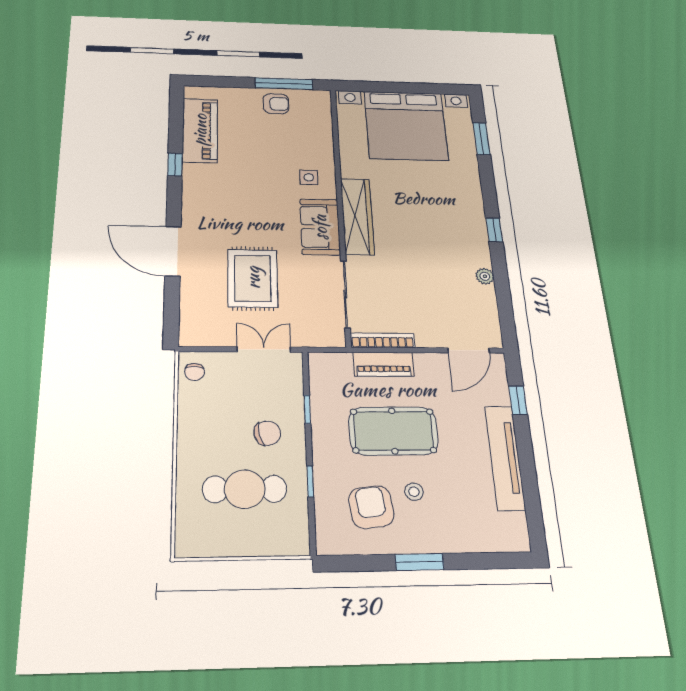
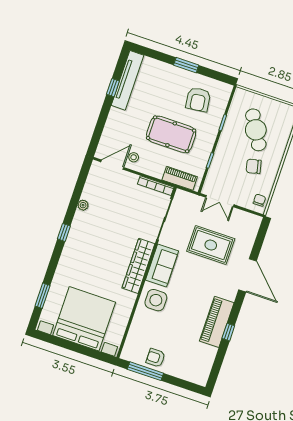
piano: (200, 130) -> (217, 322), moved
side table: (309, 177) -> (156, 300), width x1.87, depth x1.87
rug: (253, 278) -> (211, 245), turned 90
piano: (383, 364) -> (180, 178), moved
window: (518, 400) -> (113, 88), moved
chair: (267, 433) -> (254, 166), moved
tv unit: (505, 458) -> (128, 80), moved
cafe table: (245, 489) -> (256, 130), turned 60
stool: (414, 492) -> (134, 157), moved

